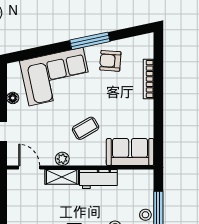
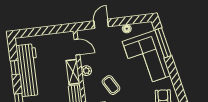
window: (90, 41) -> (163, 43), moved
door: (29, 167) -> (77, 47), hinge flipped

